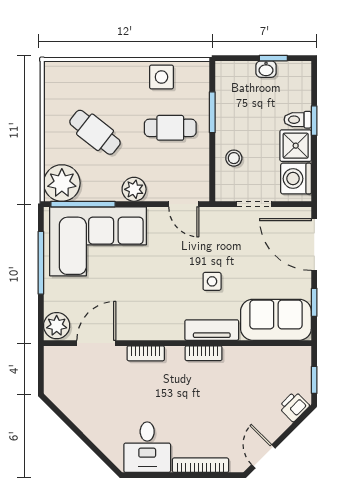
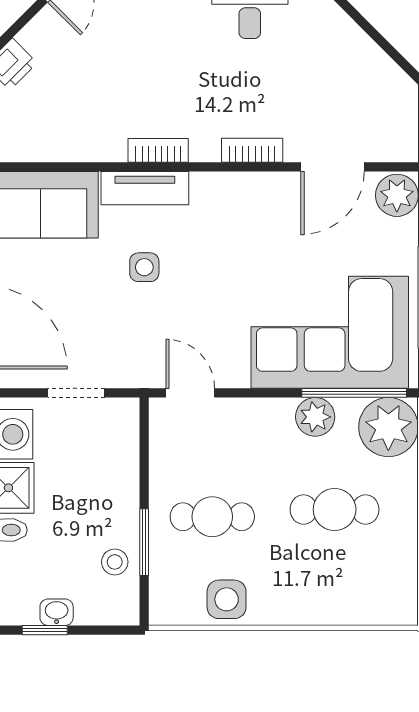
cafe table: (95, 132) -> (335, 510), turned -38
stool: (234, 158) -> (115, 562), moved
plant: (134, 189) -> (315, 417), moved

